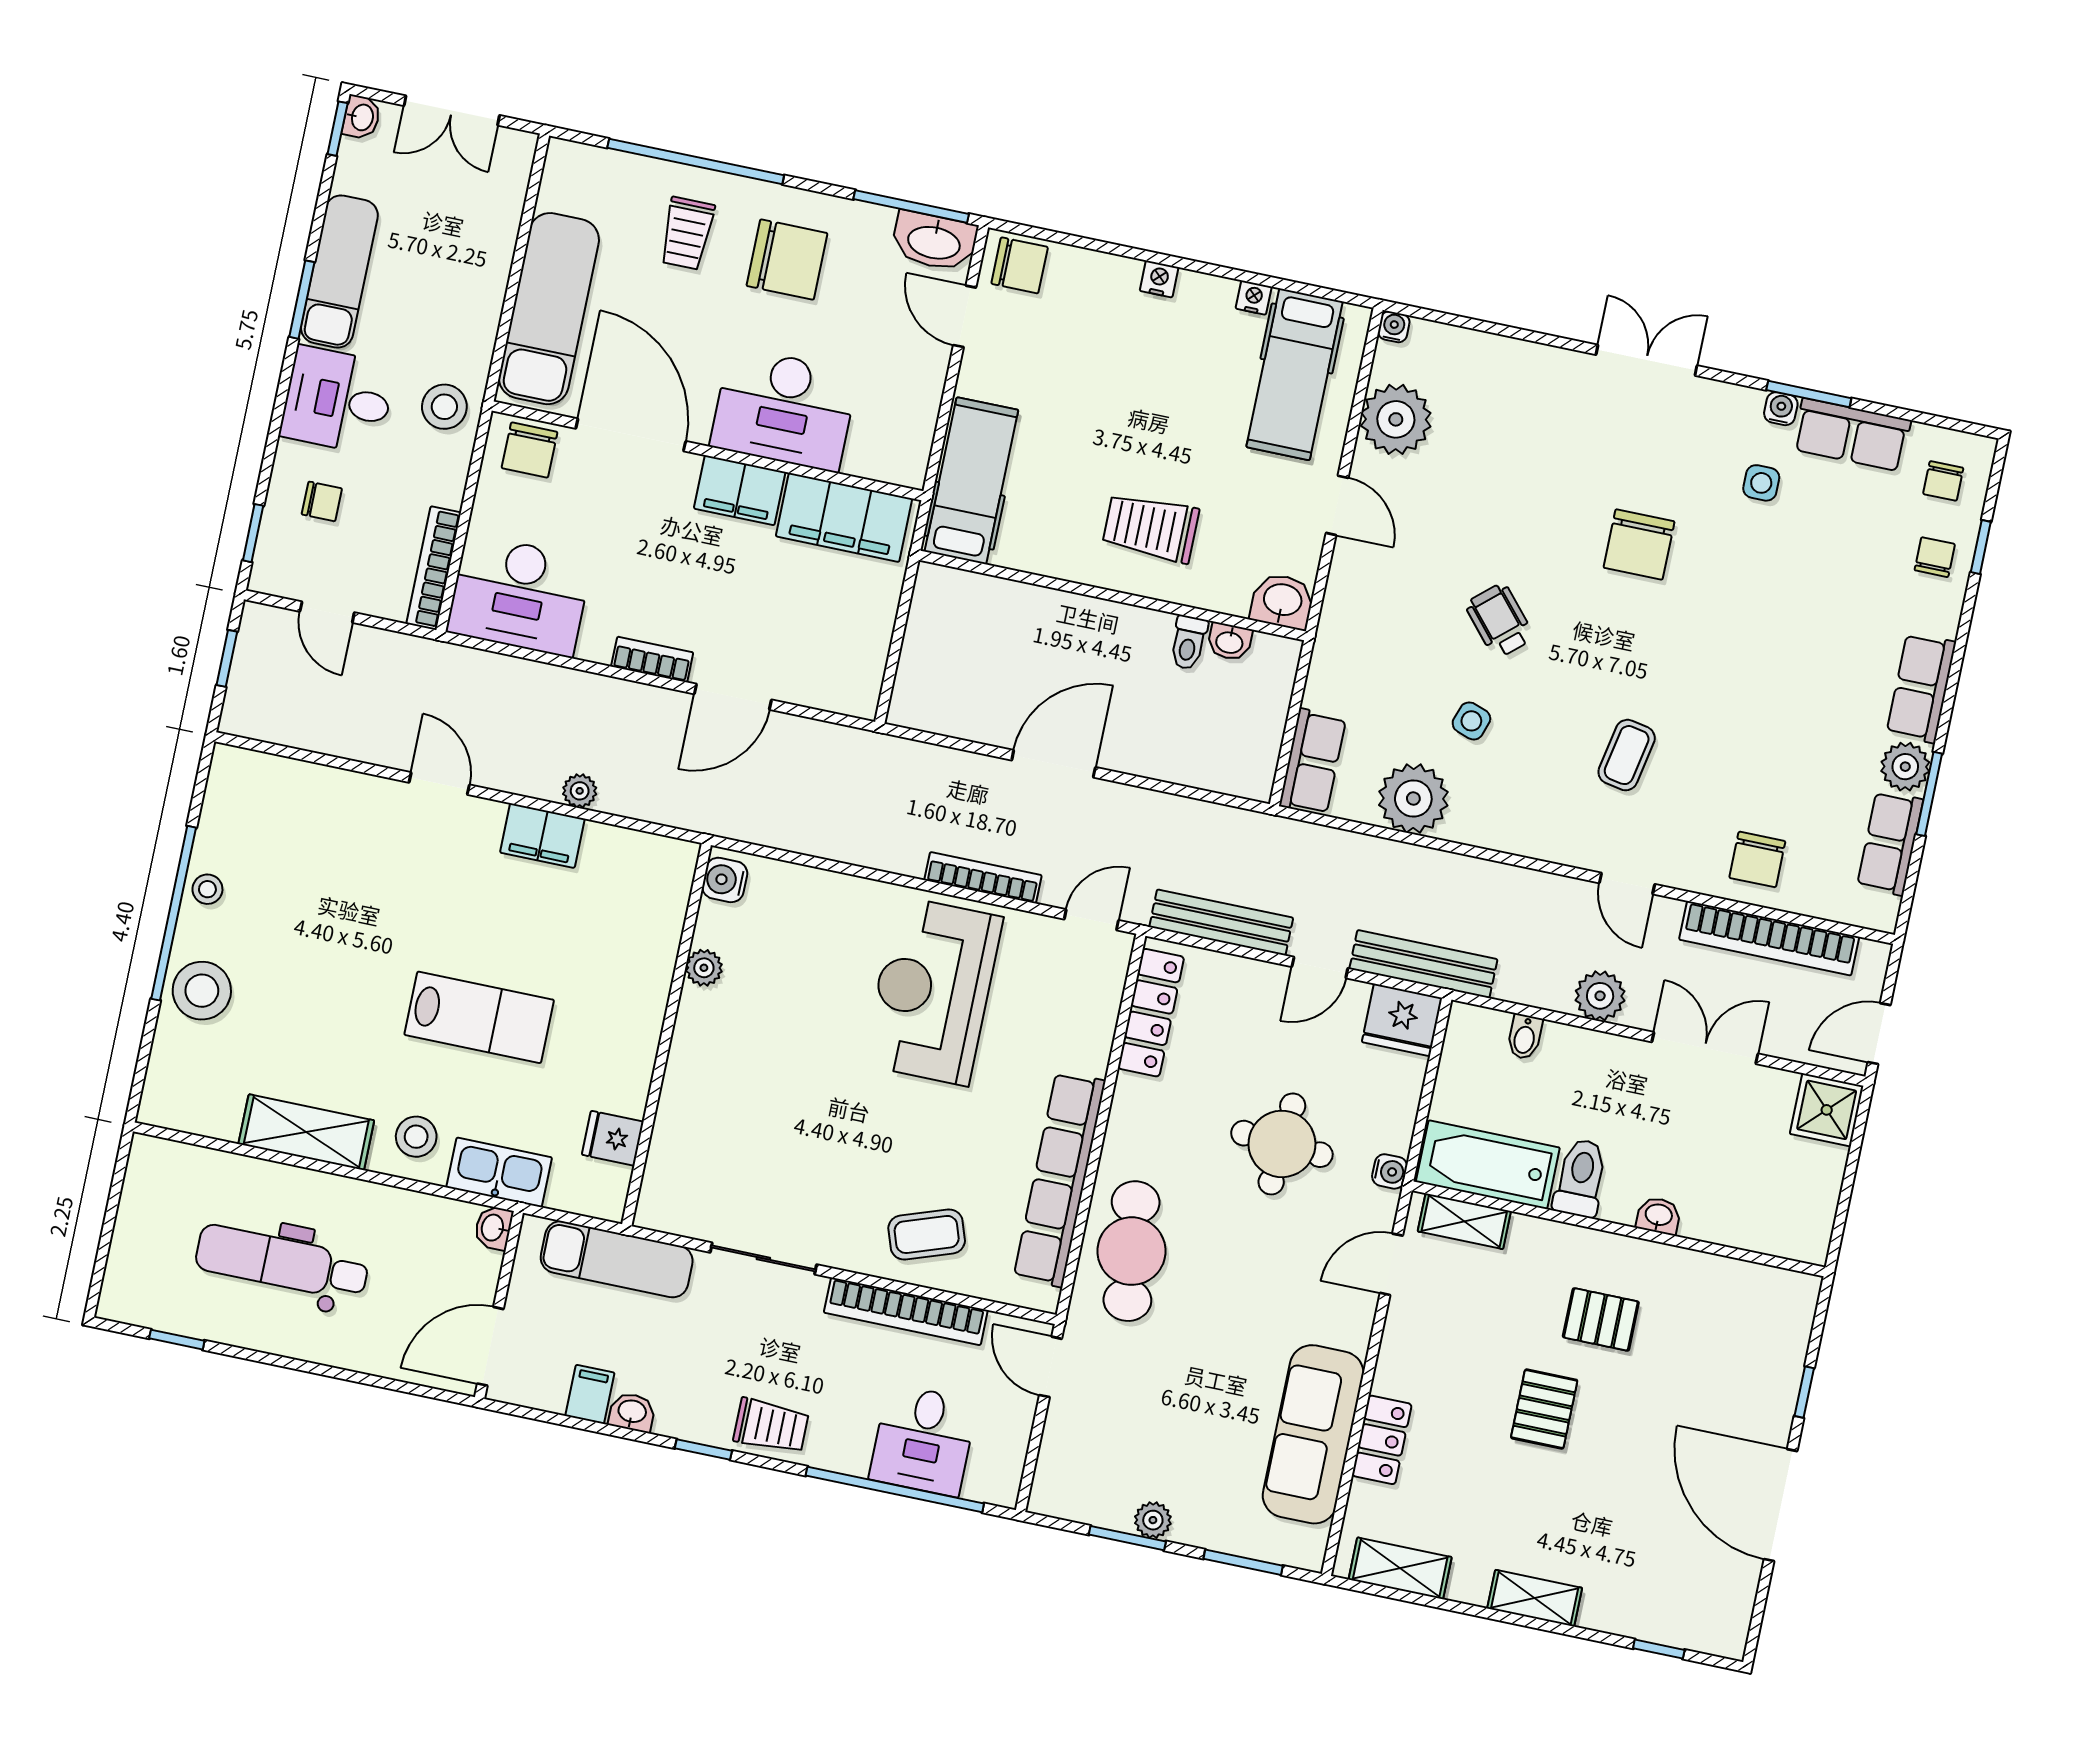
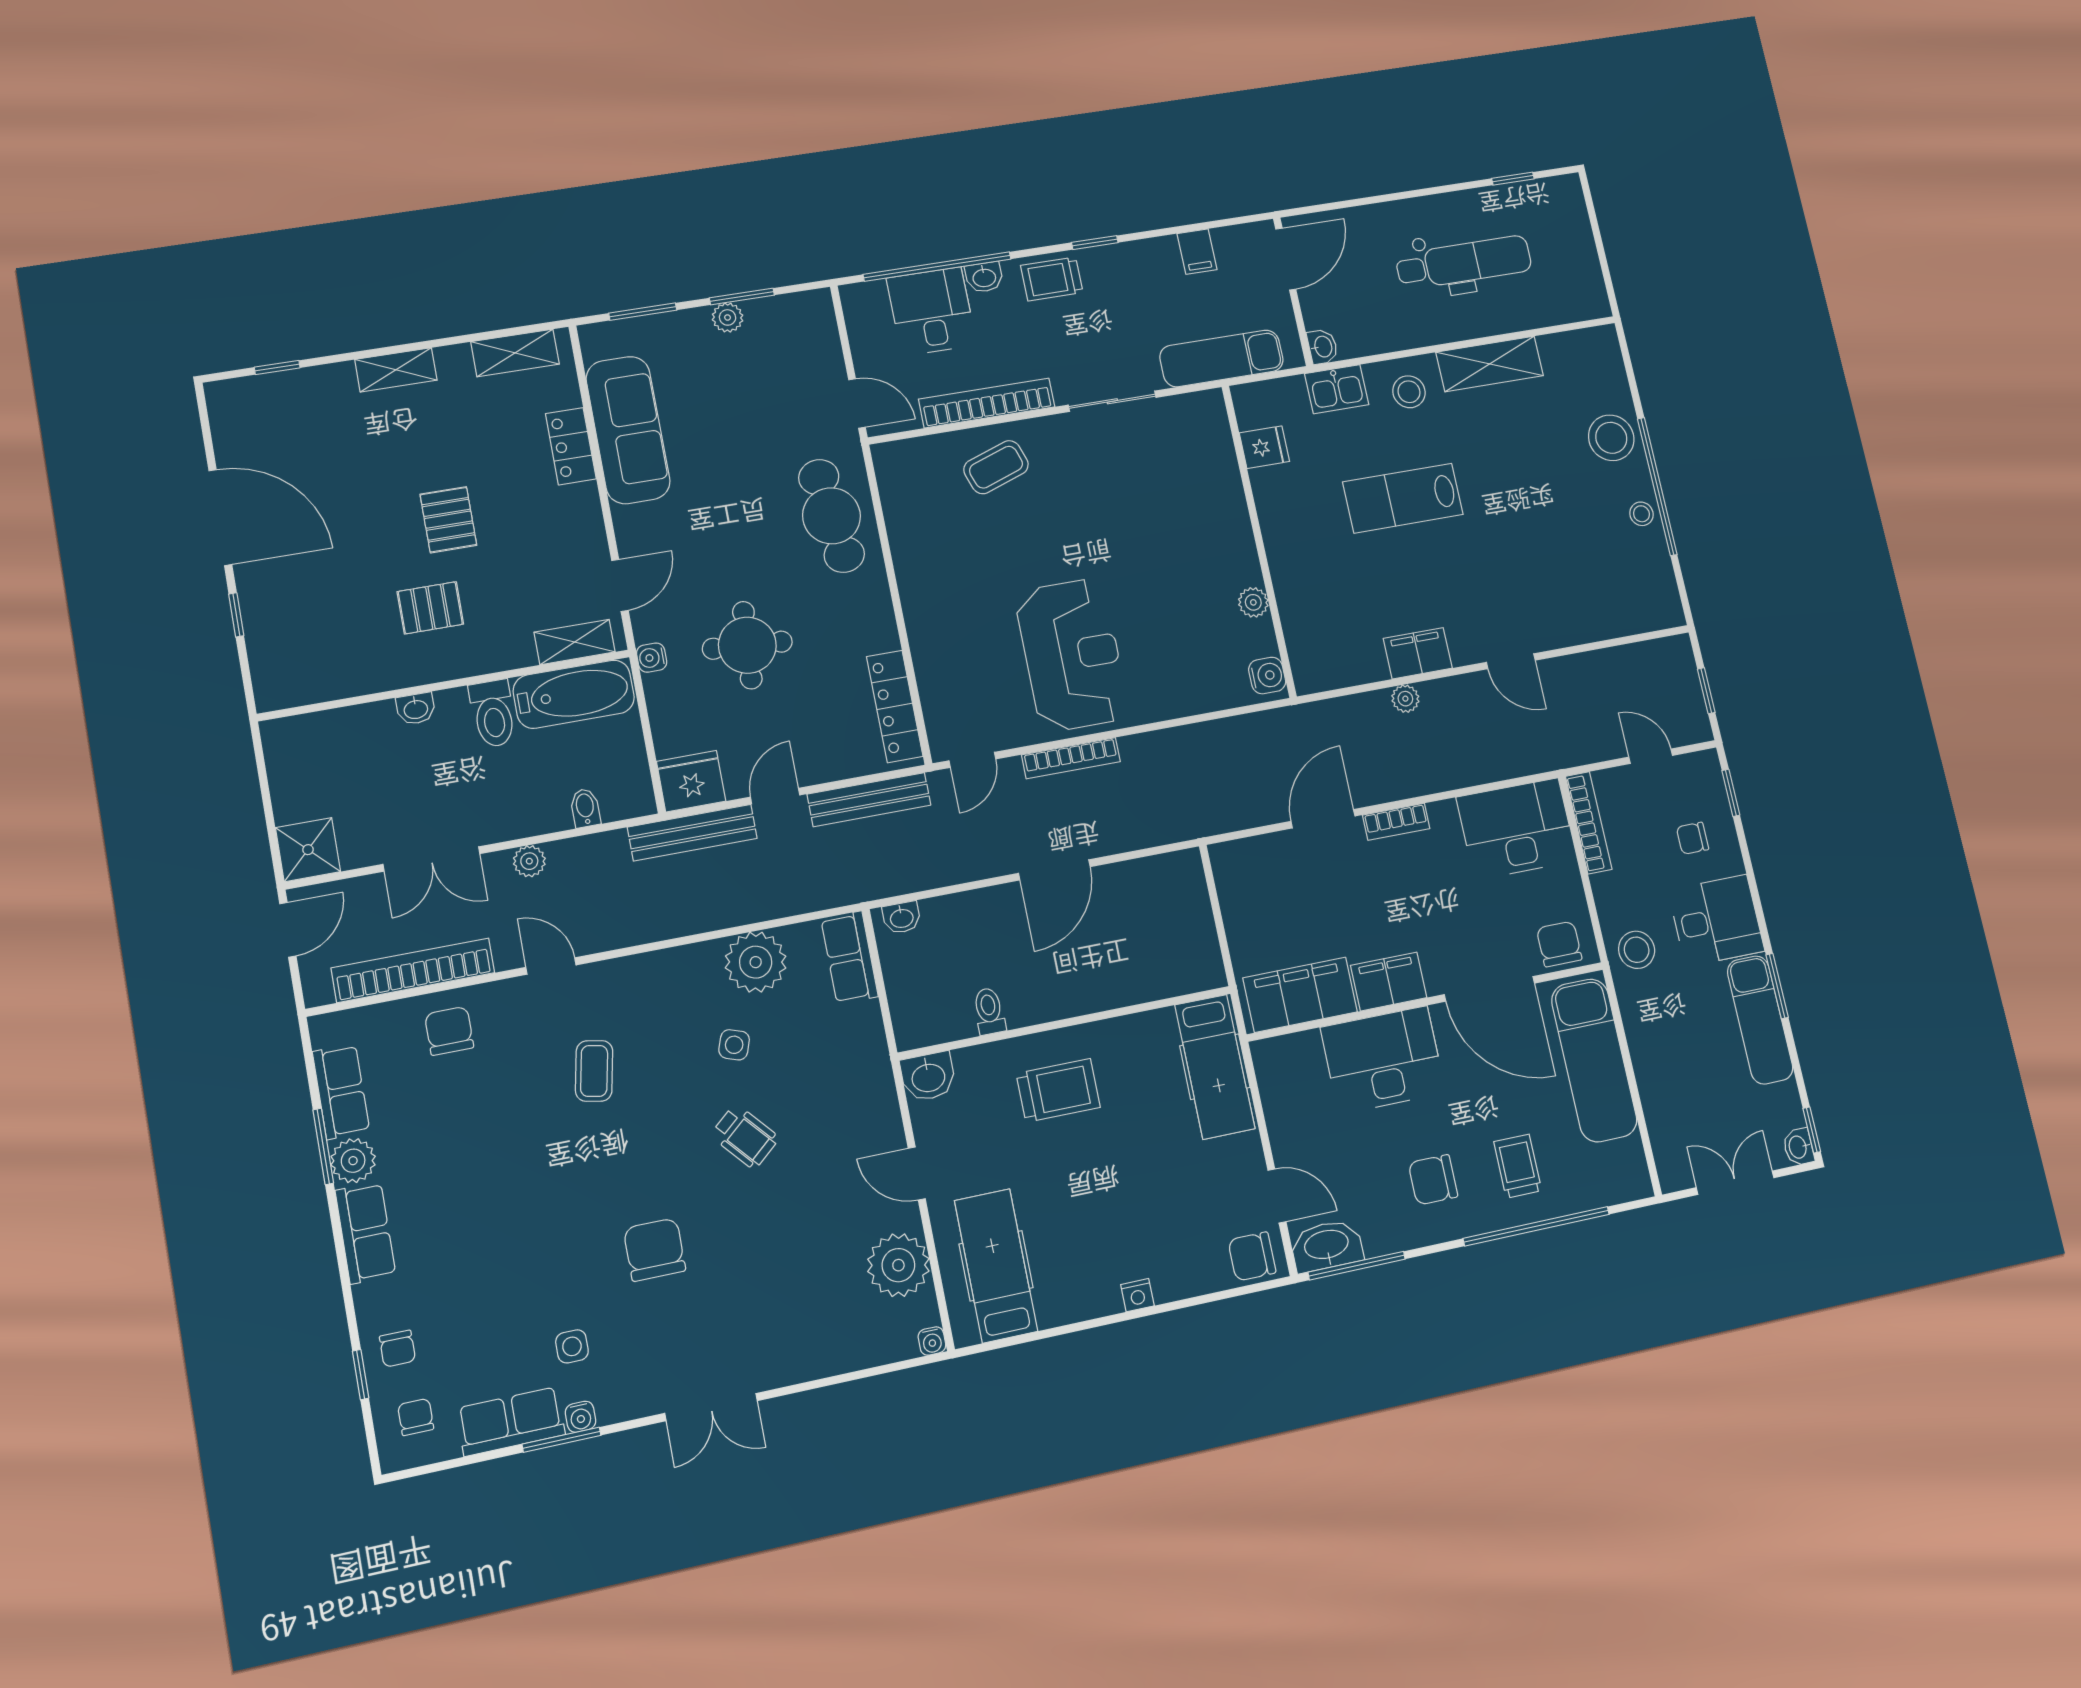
chair: (787, 260) -> (1433, 1180), width x0.73, depth x0.73
nightstand: (1254, 298) -> (1055, 1314), removed
washbasin: (1230, 642) -> (902, 918), moved, turned 180
plant: (1600, 996) -> (529, 861), width x0.73, depth x0.73
kitchen sink: (499, 1172) -> (1337, 389), width x0.73
row of seats: (1060, 1179) -> (911, 549), removed
washbasin: (632, 1412) -> (984, 277), moved

